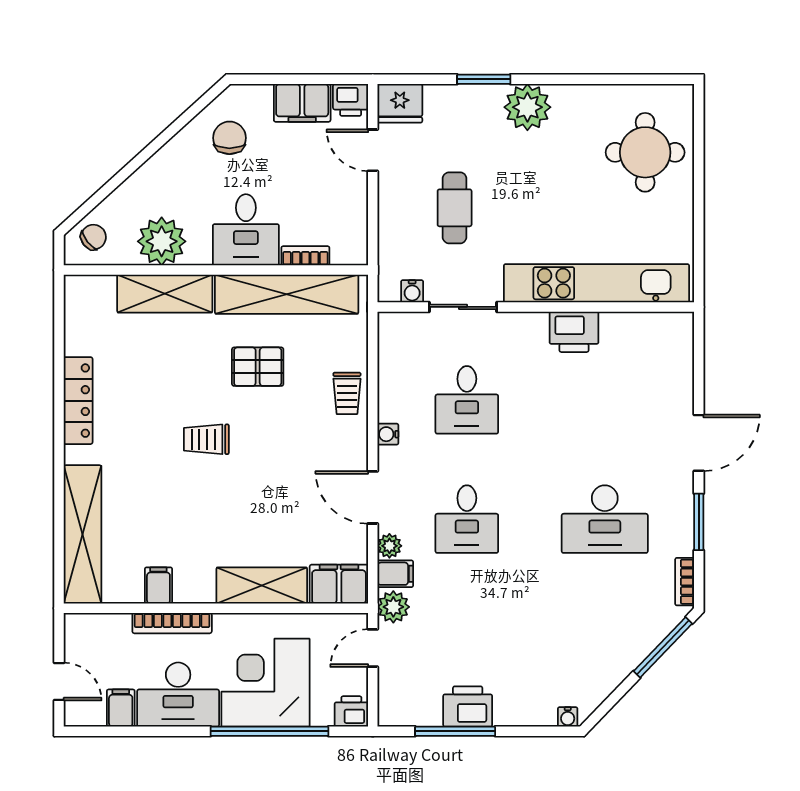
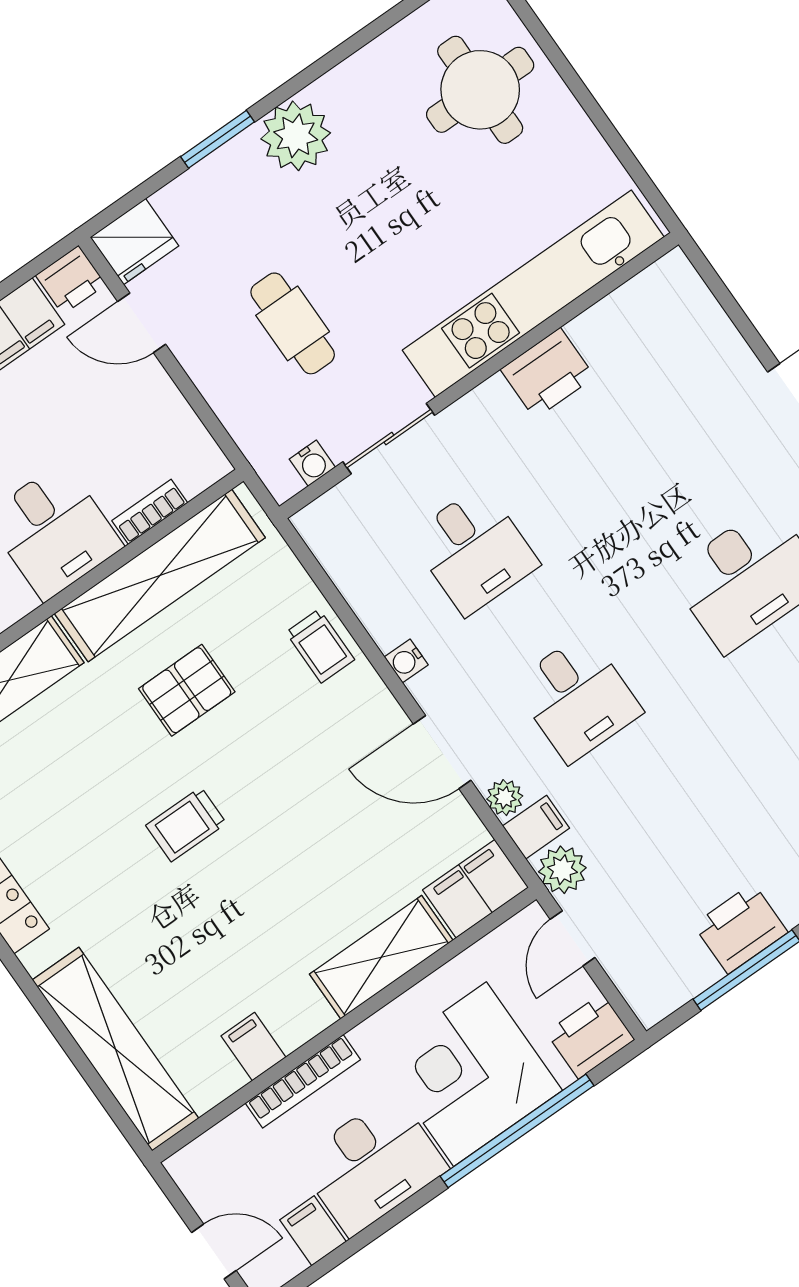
printer: (351, 711) -> (590, 1036), width x1.36, depth x1.24

